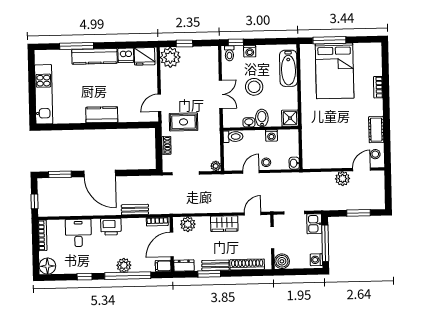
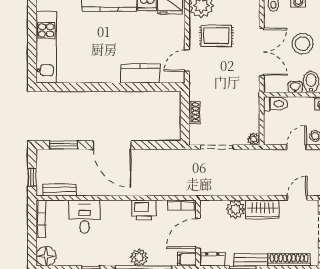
double door: (221, 94) -> (262, 52), width x1.37
kitchen counter: (102, 115) -> (140, 74), moved
rug: (184, 122) -> (216, 36), moved
bench: (135, 210) -> (60, 190), moved
plant: (188, 224) -> (236, 209), moved
printer: (111, 227) -> (144, 210), moved

